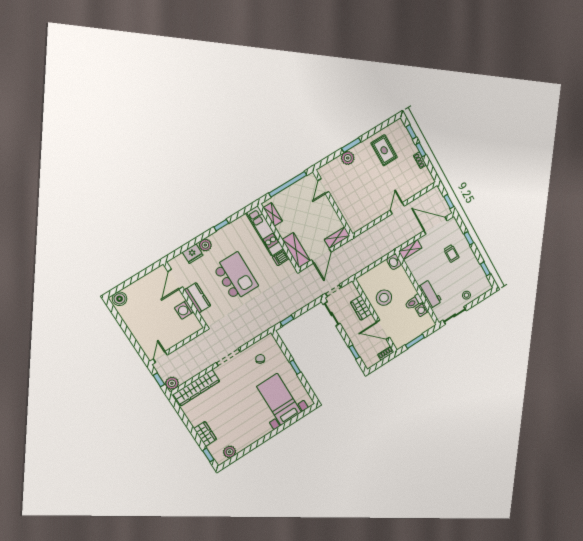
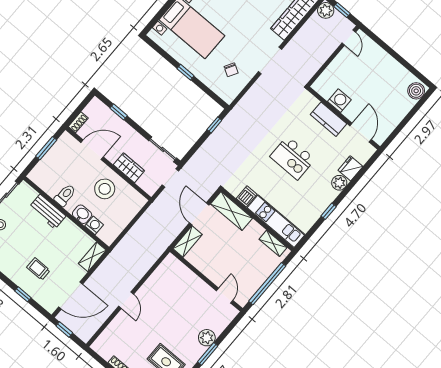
washbasin: (394, 262) -> (82, 214), moved
kitchen island: (236, 276) -> (292, 158), width x0.73, depth x0.78
washing machine: (422, 310) -> (94, 225), moved

